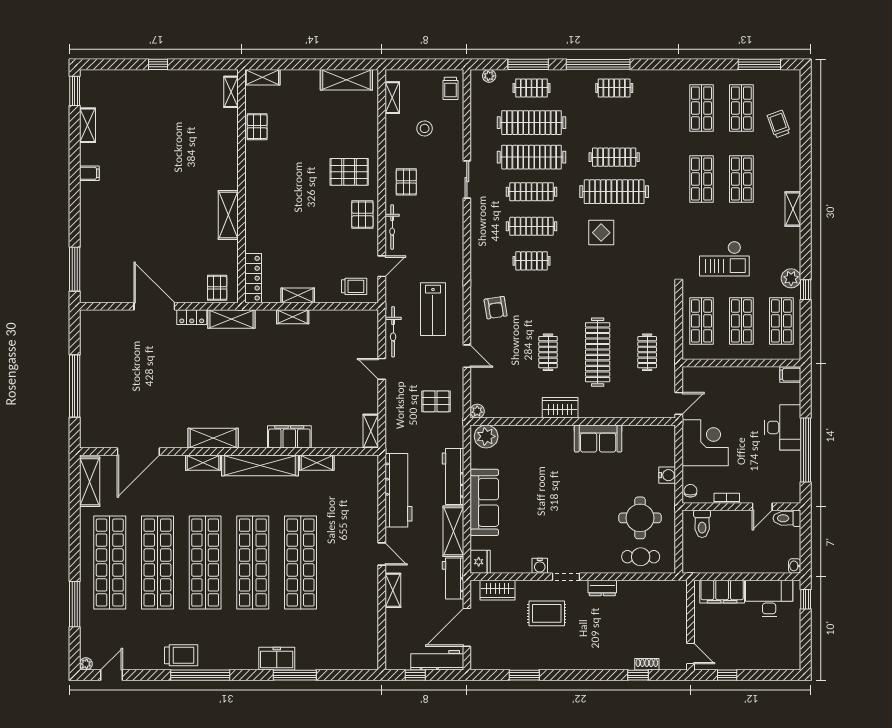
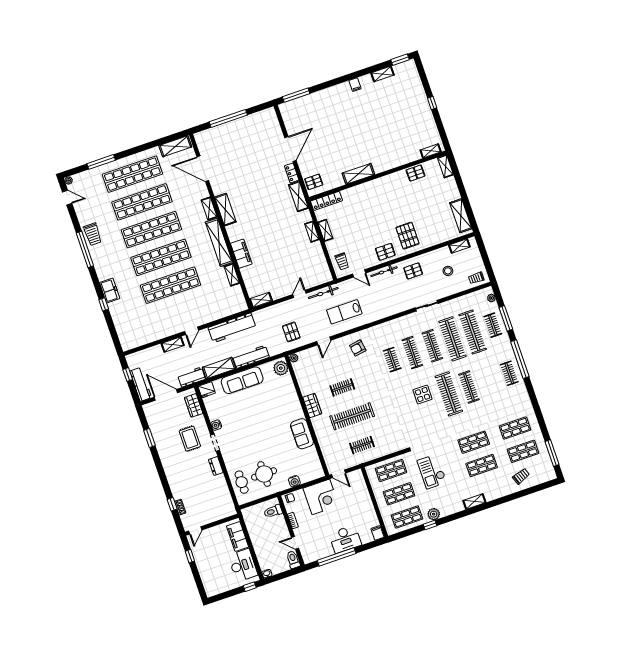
window: (295, 675) -> (104, 304), width x0.46

